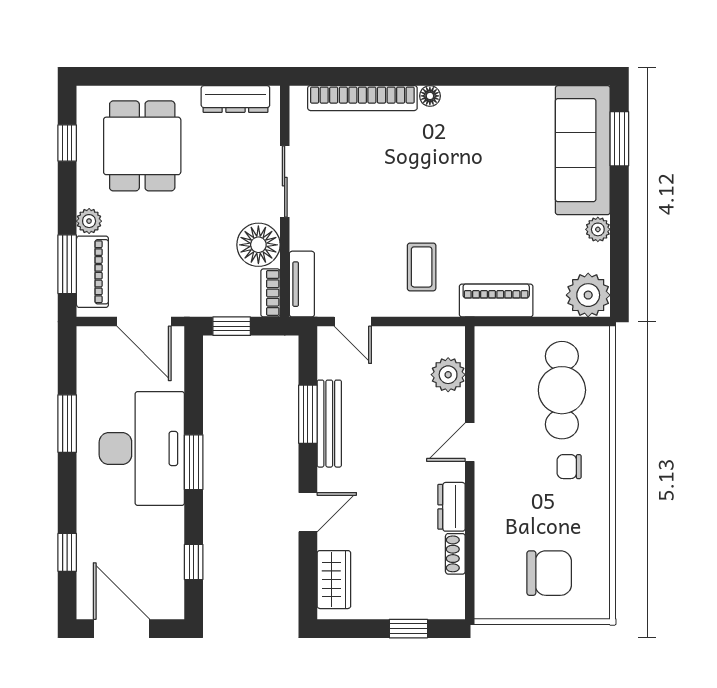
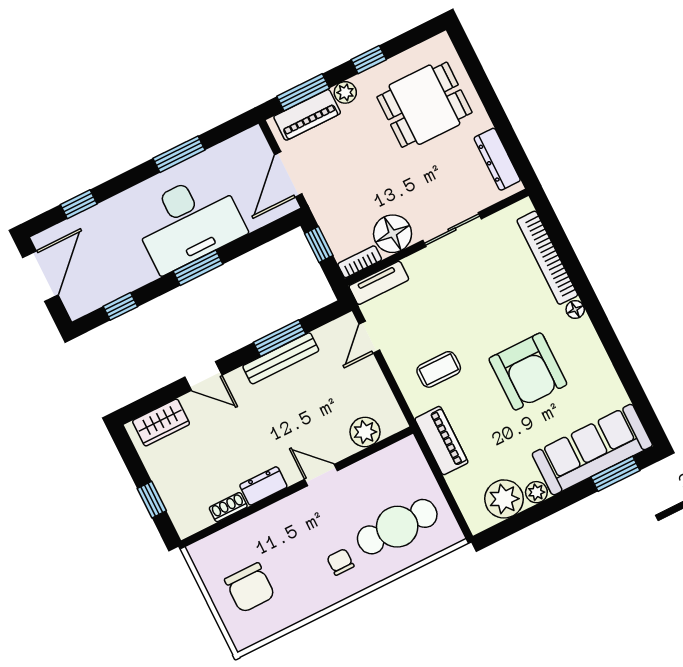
window: (67, 143) -> (369, 60), moved
armchair: (469, 176) -> (528, 372), added
plant: (588, 295) -> (504, 499), moved

